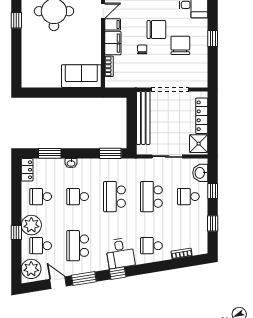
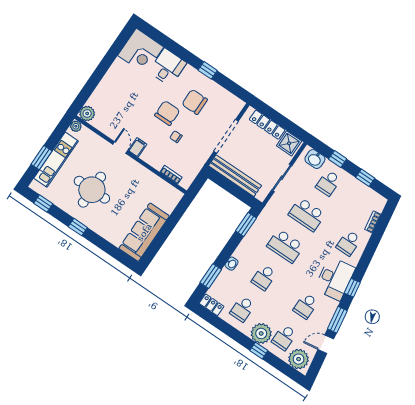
filing cabinet: (113, 43) -> (153, 158), removed
sofa: (81, 76) -> (144, 232), moved, width x1.36
school desk: (78, 246) -> (306, 306), width x0.54
desk: (120, 253) -> (335, 279), width x1.37

